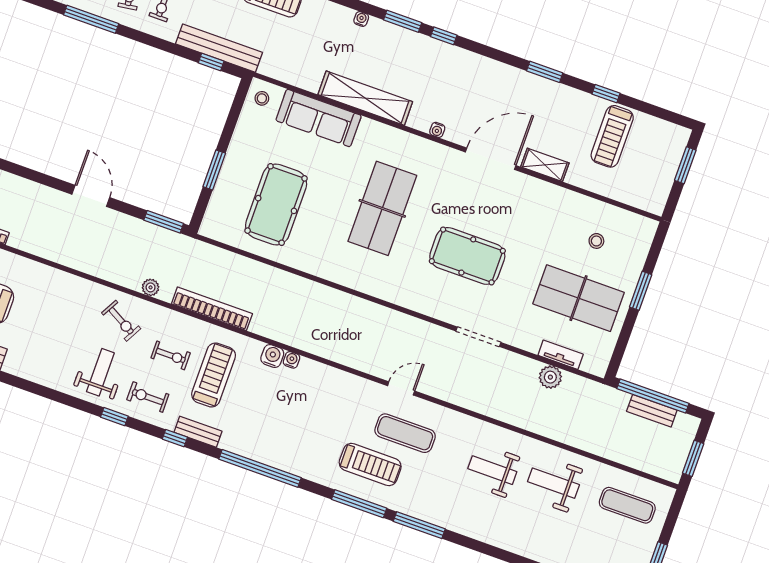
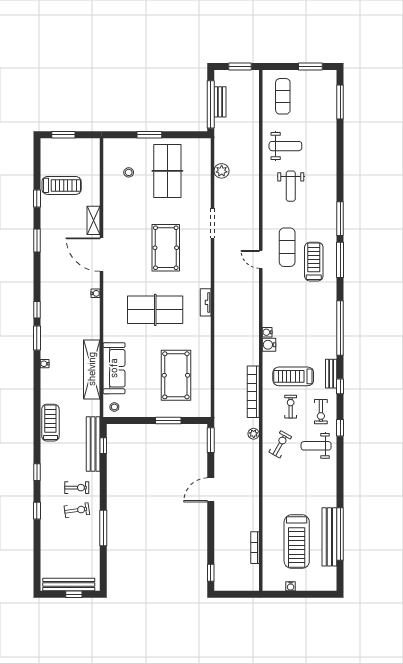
shelving: (365, 98) -> (92, 369), moved
pool table: (276, 205) -> (176, 375), turned 90
tv unit: (561, 355) -> (206, 302), moved
weight bench: (553, 483) -> (285, 146), turned -90

